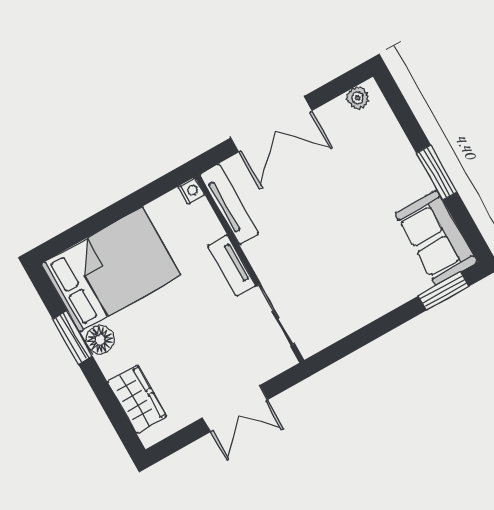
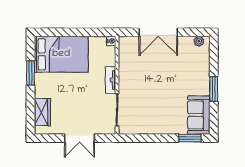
tv unit: (229, 204) -> (123, 55), removed
floor lamp: (100, 340) -> (41, 80), removed

